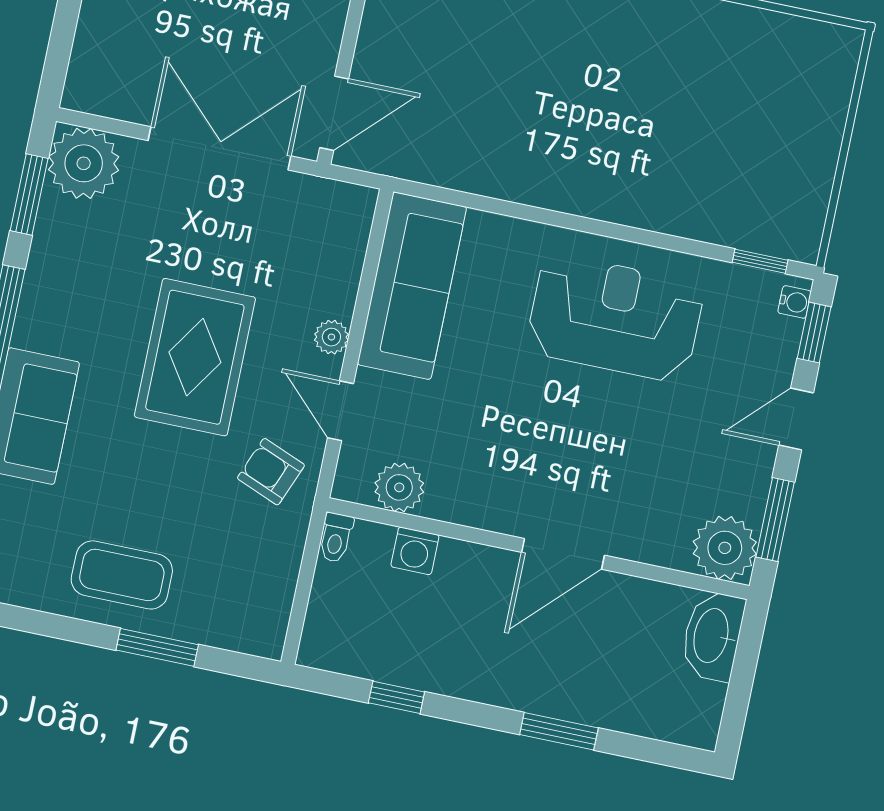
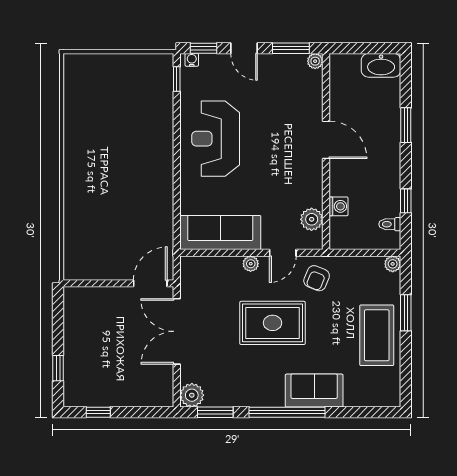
door: (334, 113) -> (150, 283), hinge flipped
plant: (84, 163) -> (192, 395), width x0.73, depth x0.73
toilet: (336, 538) -> (390, 224), moved, turned 180
plant: (725, 548) -> (315, 61), width x0.53, depth x0.53
coffee table: (122, 575) -> (377, 335), width x1.36, depth x1.32
washbasin: (712, 636) -> (381, 65), moved
plant: (268, 641) -> (393, 264), added

